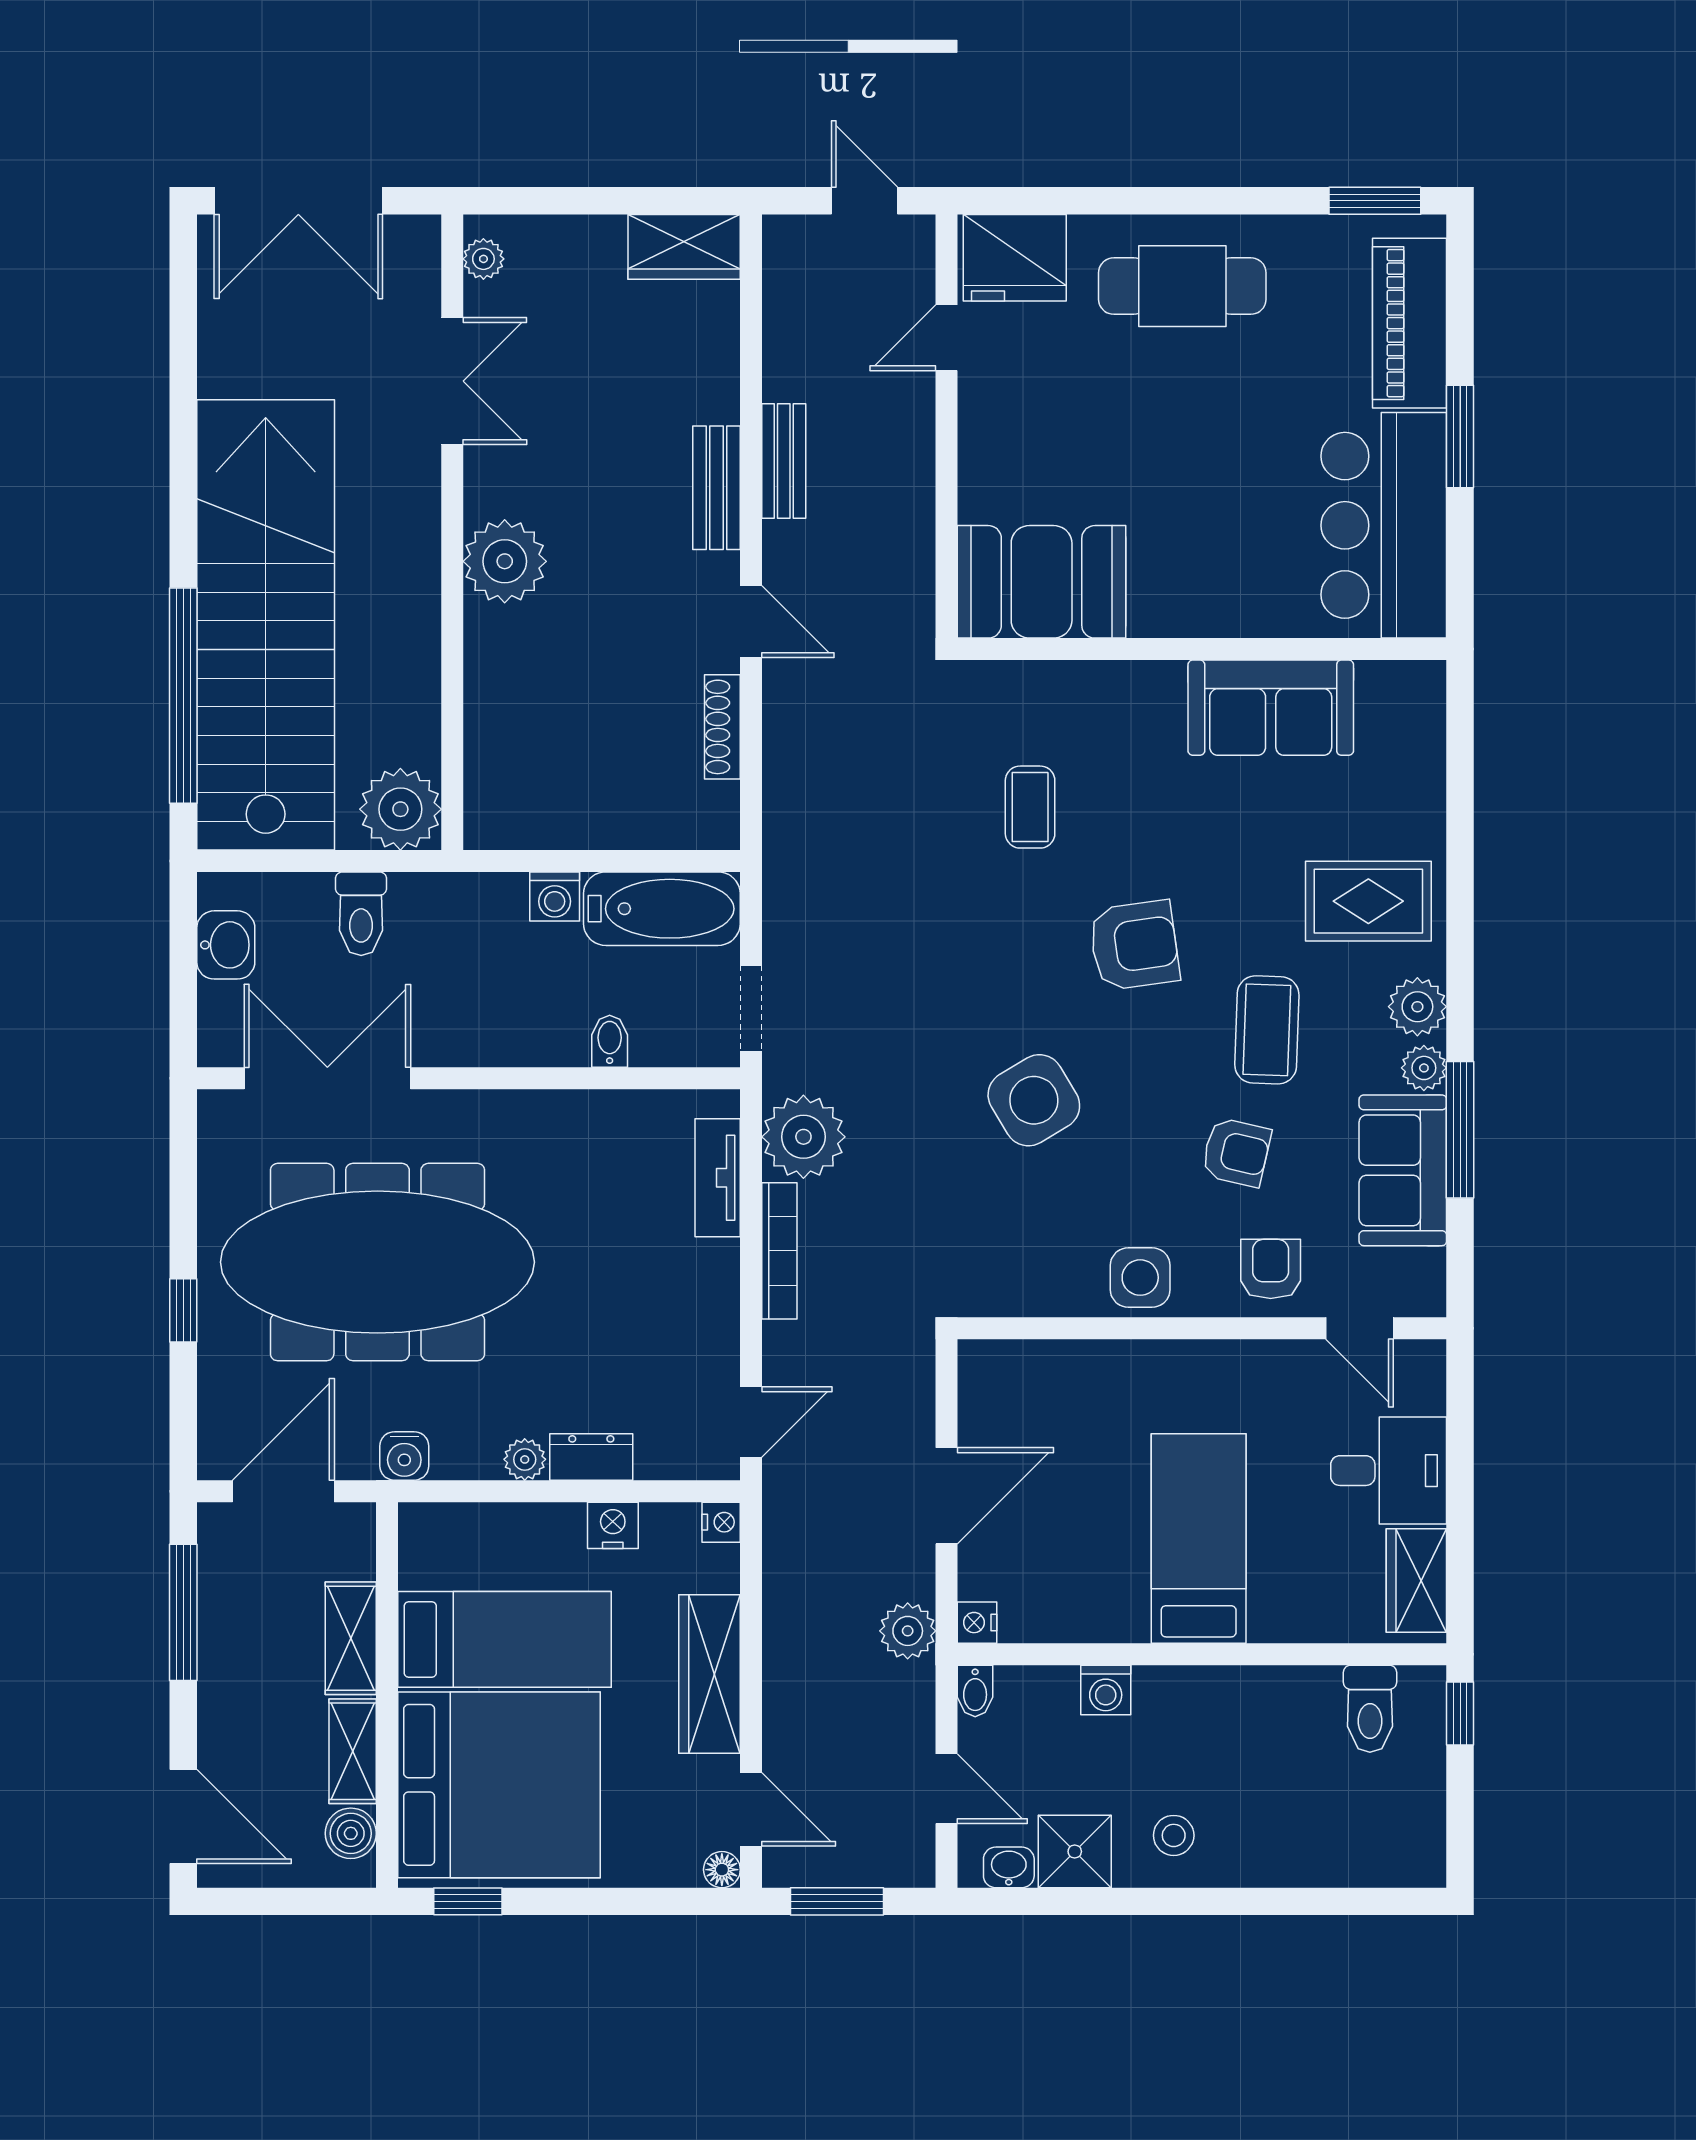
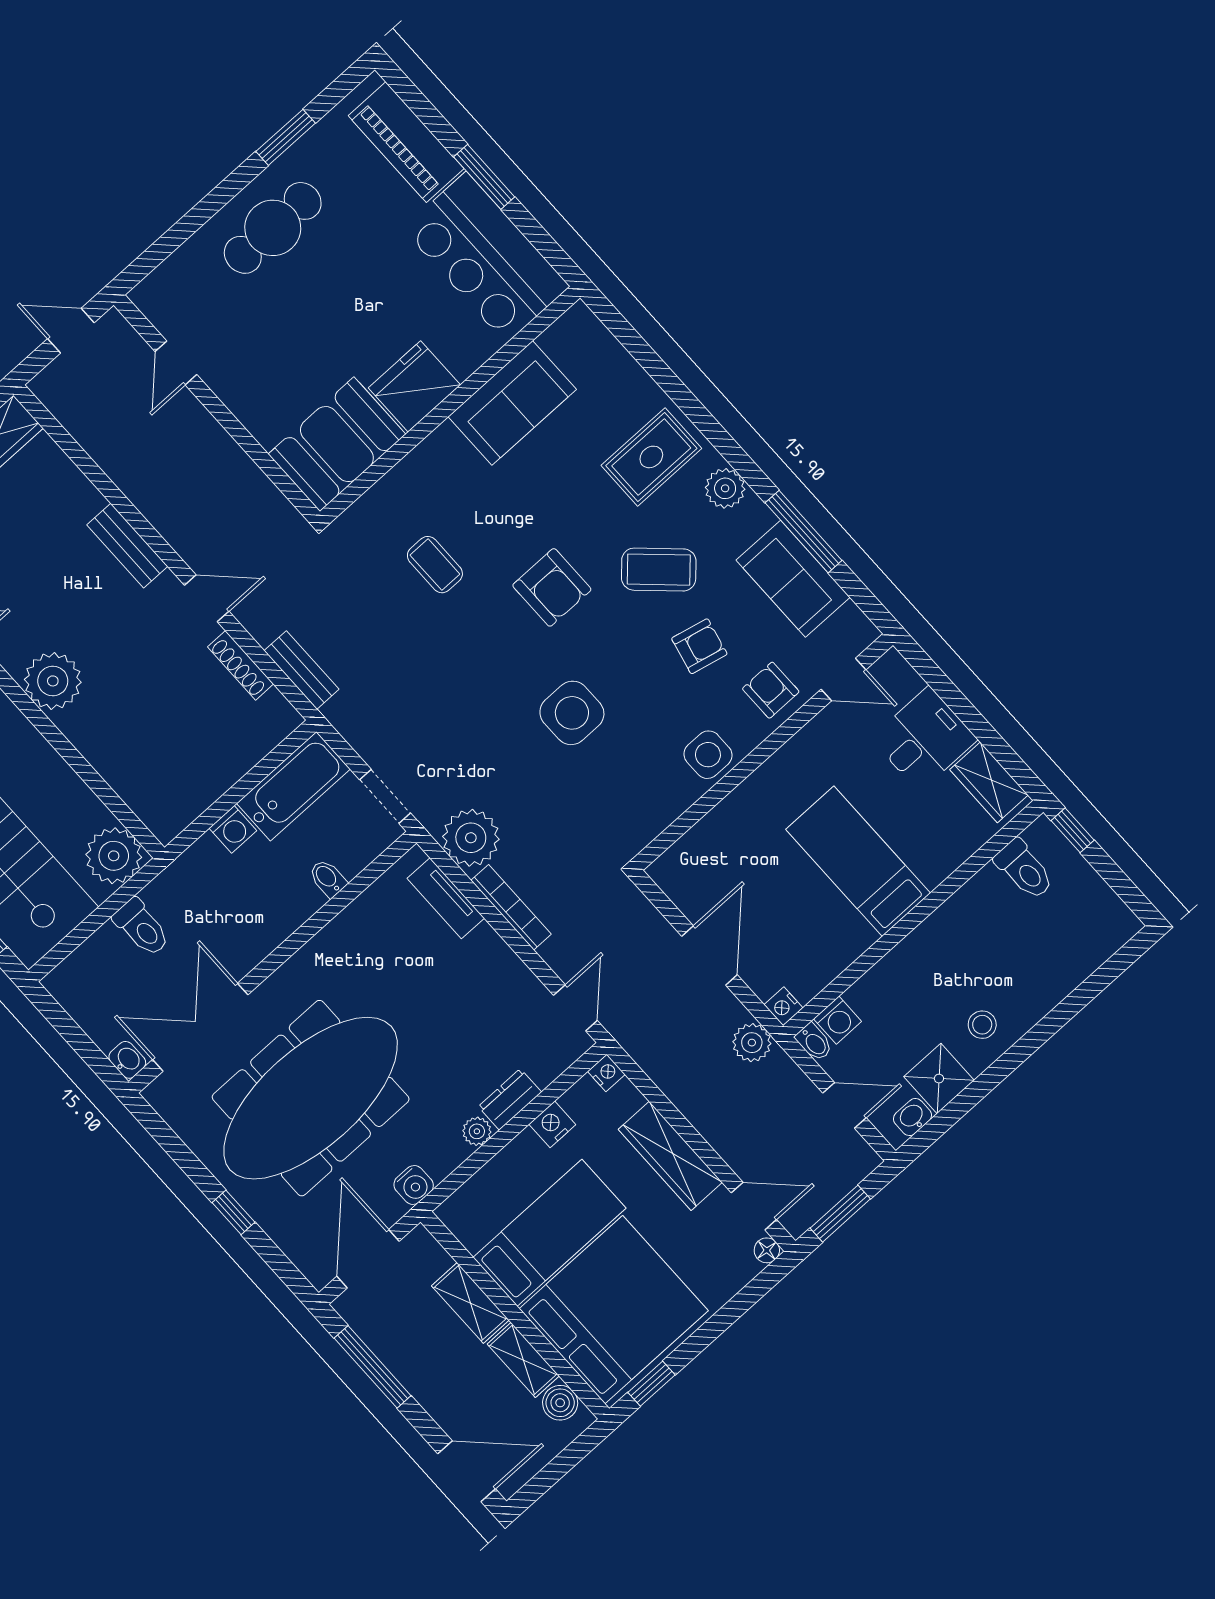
window: (1375, 201) -> (286, 137), moved
fridge: (1015, 258) -> (414, 386), moved, turned 180
bench: (784, 461) -> (302, 670), moved
washbasin: (226, 945) -> (127, 1060), moved, width x0.72, depth x0.69
armchair: (1134, 945) -> (552, 587), turned 98
coffee table: (1267, 1030) -> (659, 570), turned -49
plant: (1424, 1068) -> (757, 517), removed
side table: (1034, 1100) -> (572, 713), turned 31
washing machine: (1106, 1690) -> (838, 1020), moved

